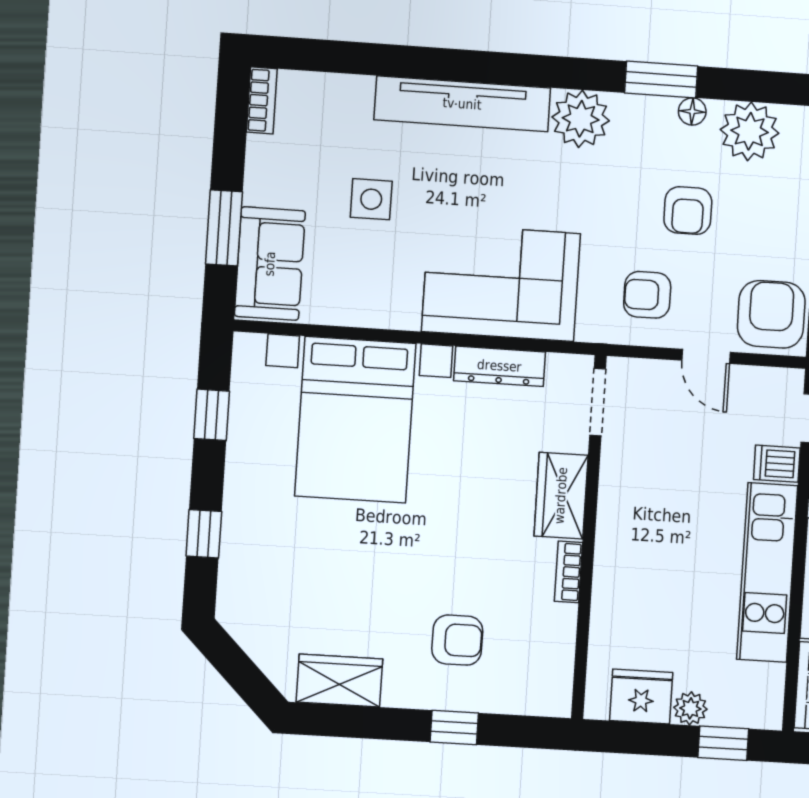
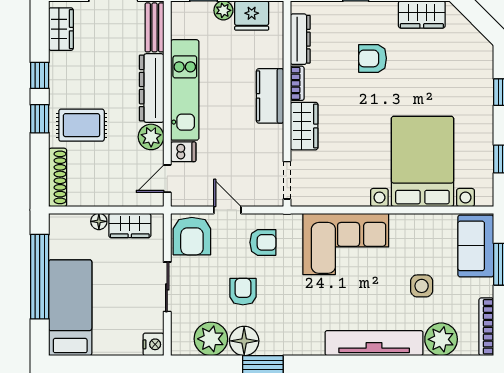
bookcase: (262, 100) -> (486, 327), width x1.56
floor lamp: (692, 111) -> (244, 341), width x1.89, depth x1.89
plant: (581, 119) -> (441, 339), moved
dresser: (499, 366) -> (300, 39), moved, turned 90
kitchen counter: (618, 553) -> (270, 96), added
armchair: (457, 640) -> (373, 58), moved

